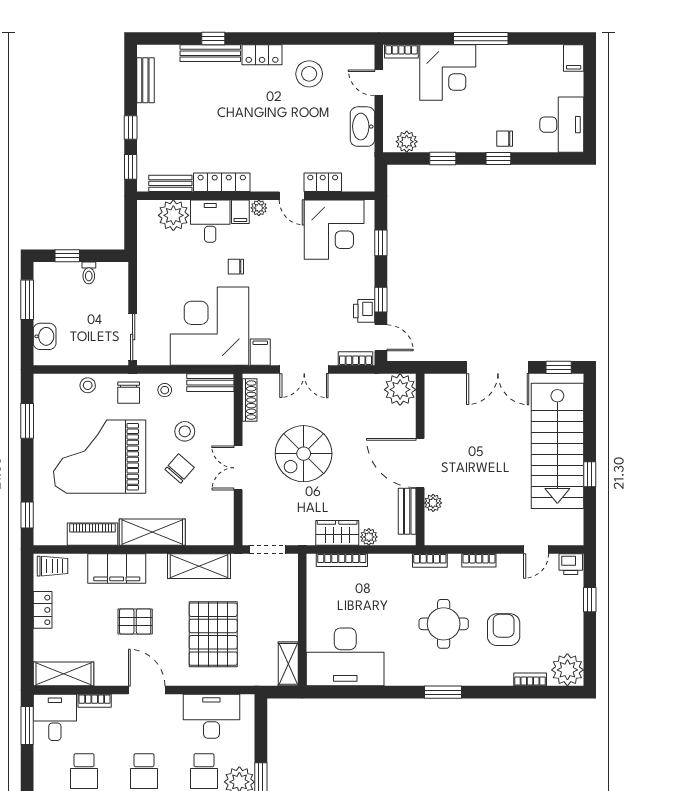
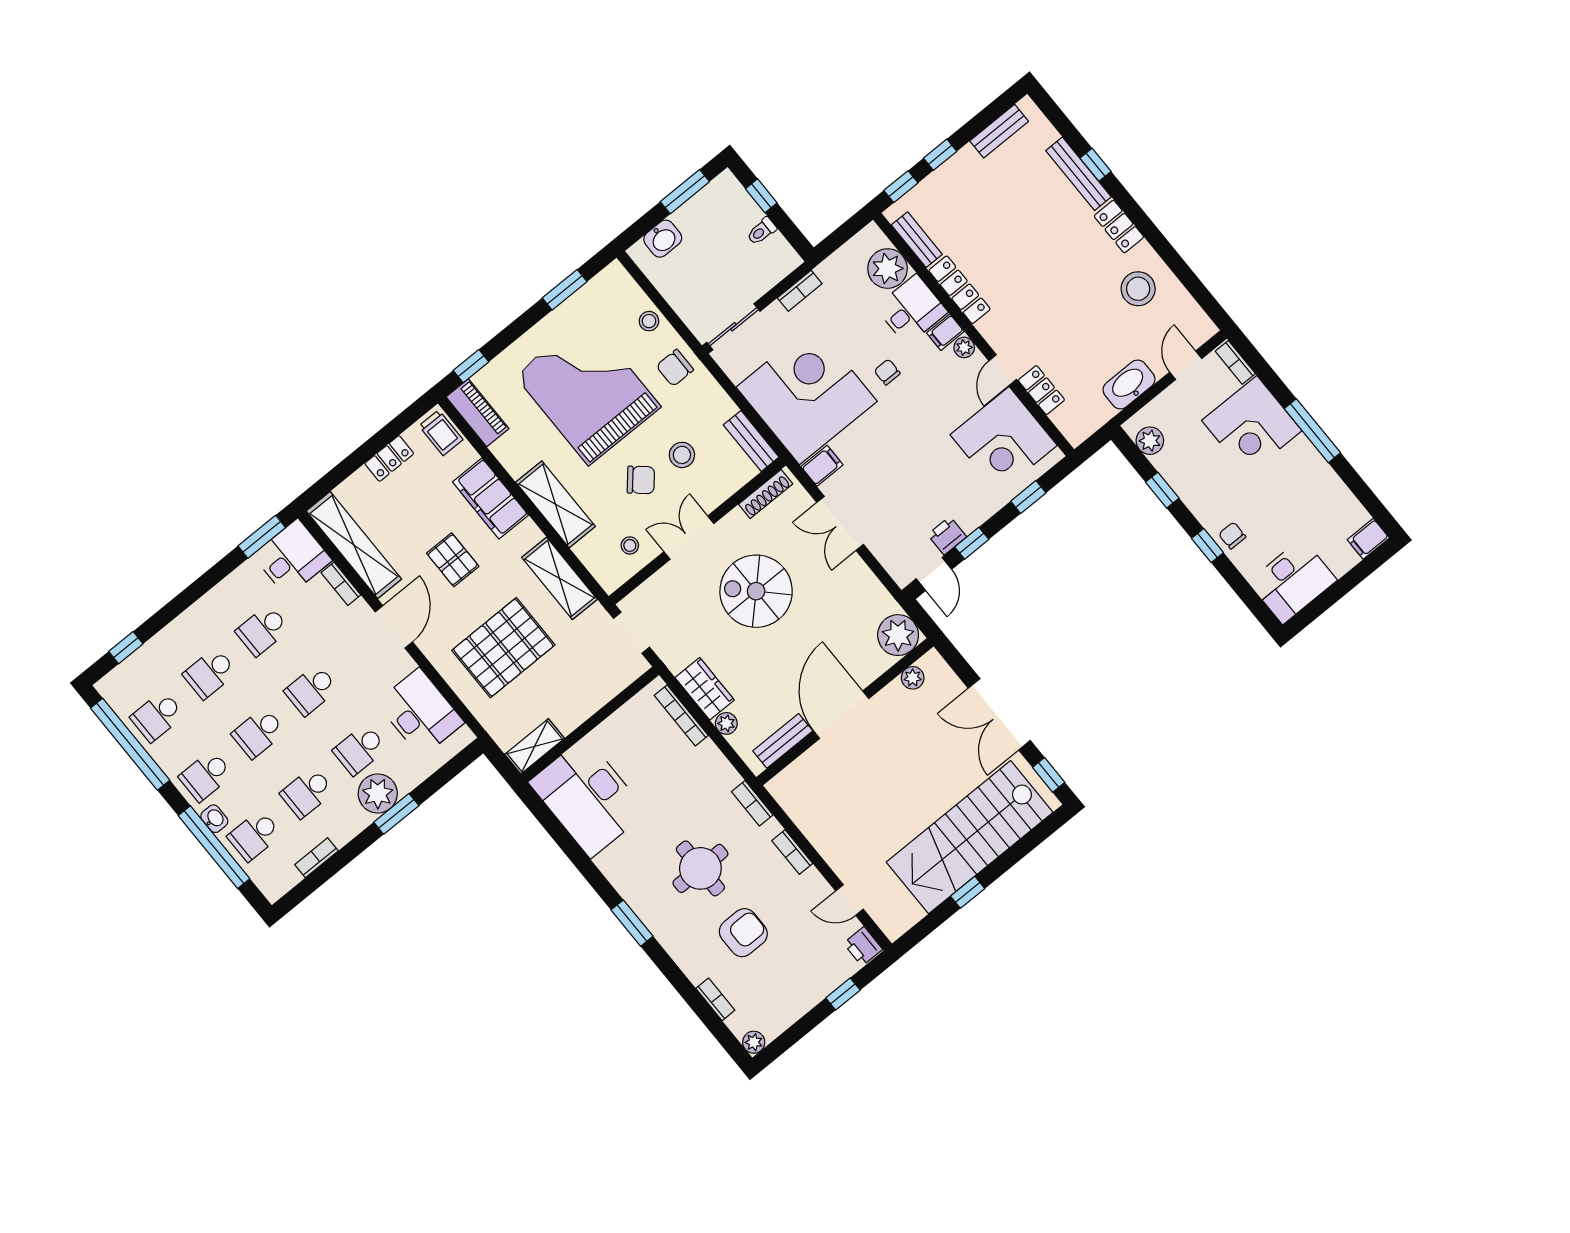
bookcase: (356, 358) -> (800, 291), moved, turned 90
stool: (165, 390) -> (630, 545), moved
plant: (433, 503) -> (913, 678), moved
piano: (92, 534) -> (478, 413), moved
plant: (567, 670) -> (754, 1042), width x0.53, depth x0.53
shelving: (63, 674) -> (354, 545), width x1.47

